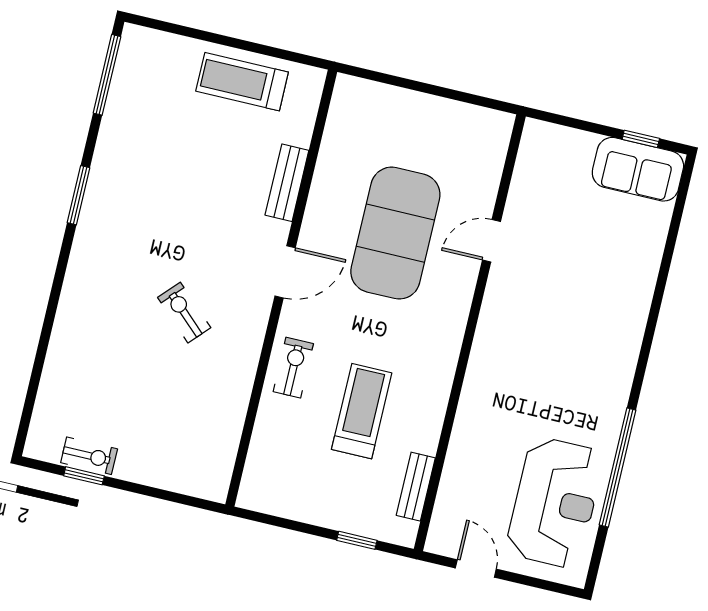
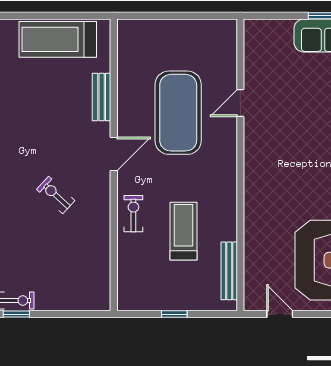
treadmill: (242, 82) -> (58, 39), width x1.37, depth x1.38
bench: (416, 487) -> (229, 271), width x1.36
window: (357, 540) -> (174, 314), moved

